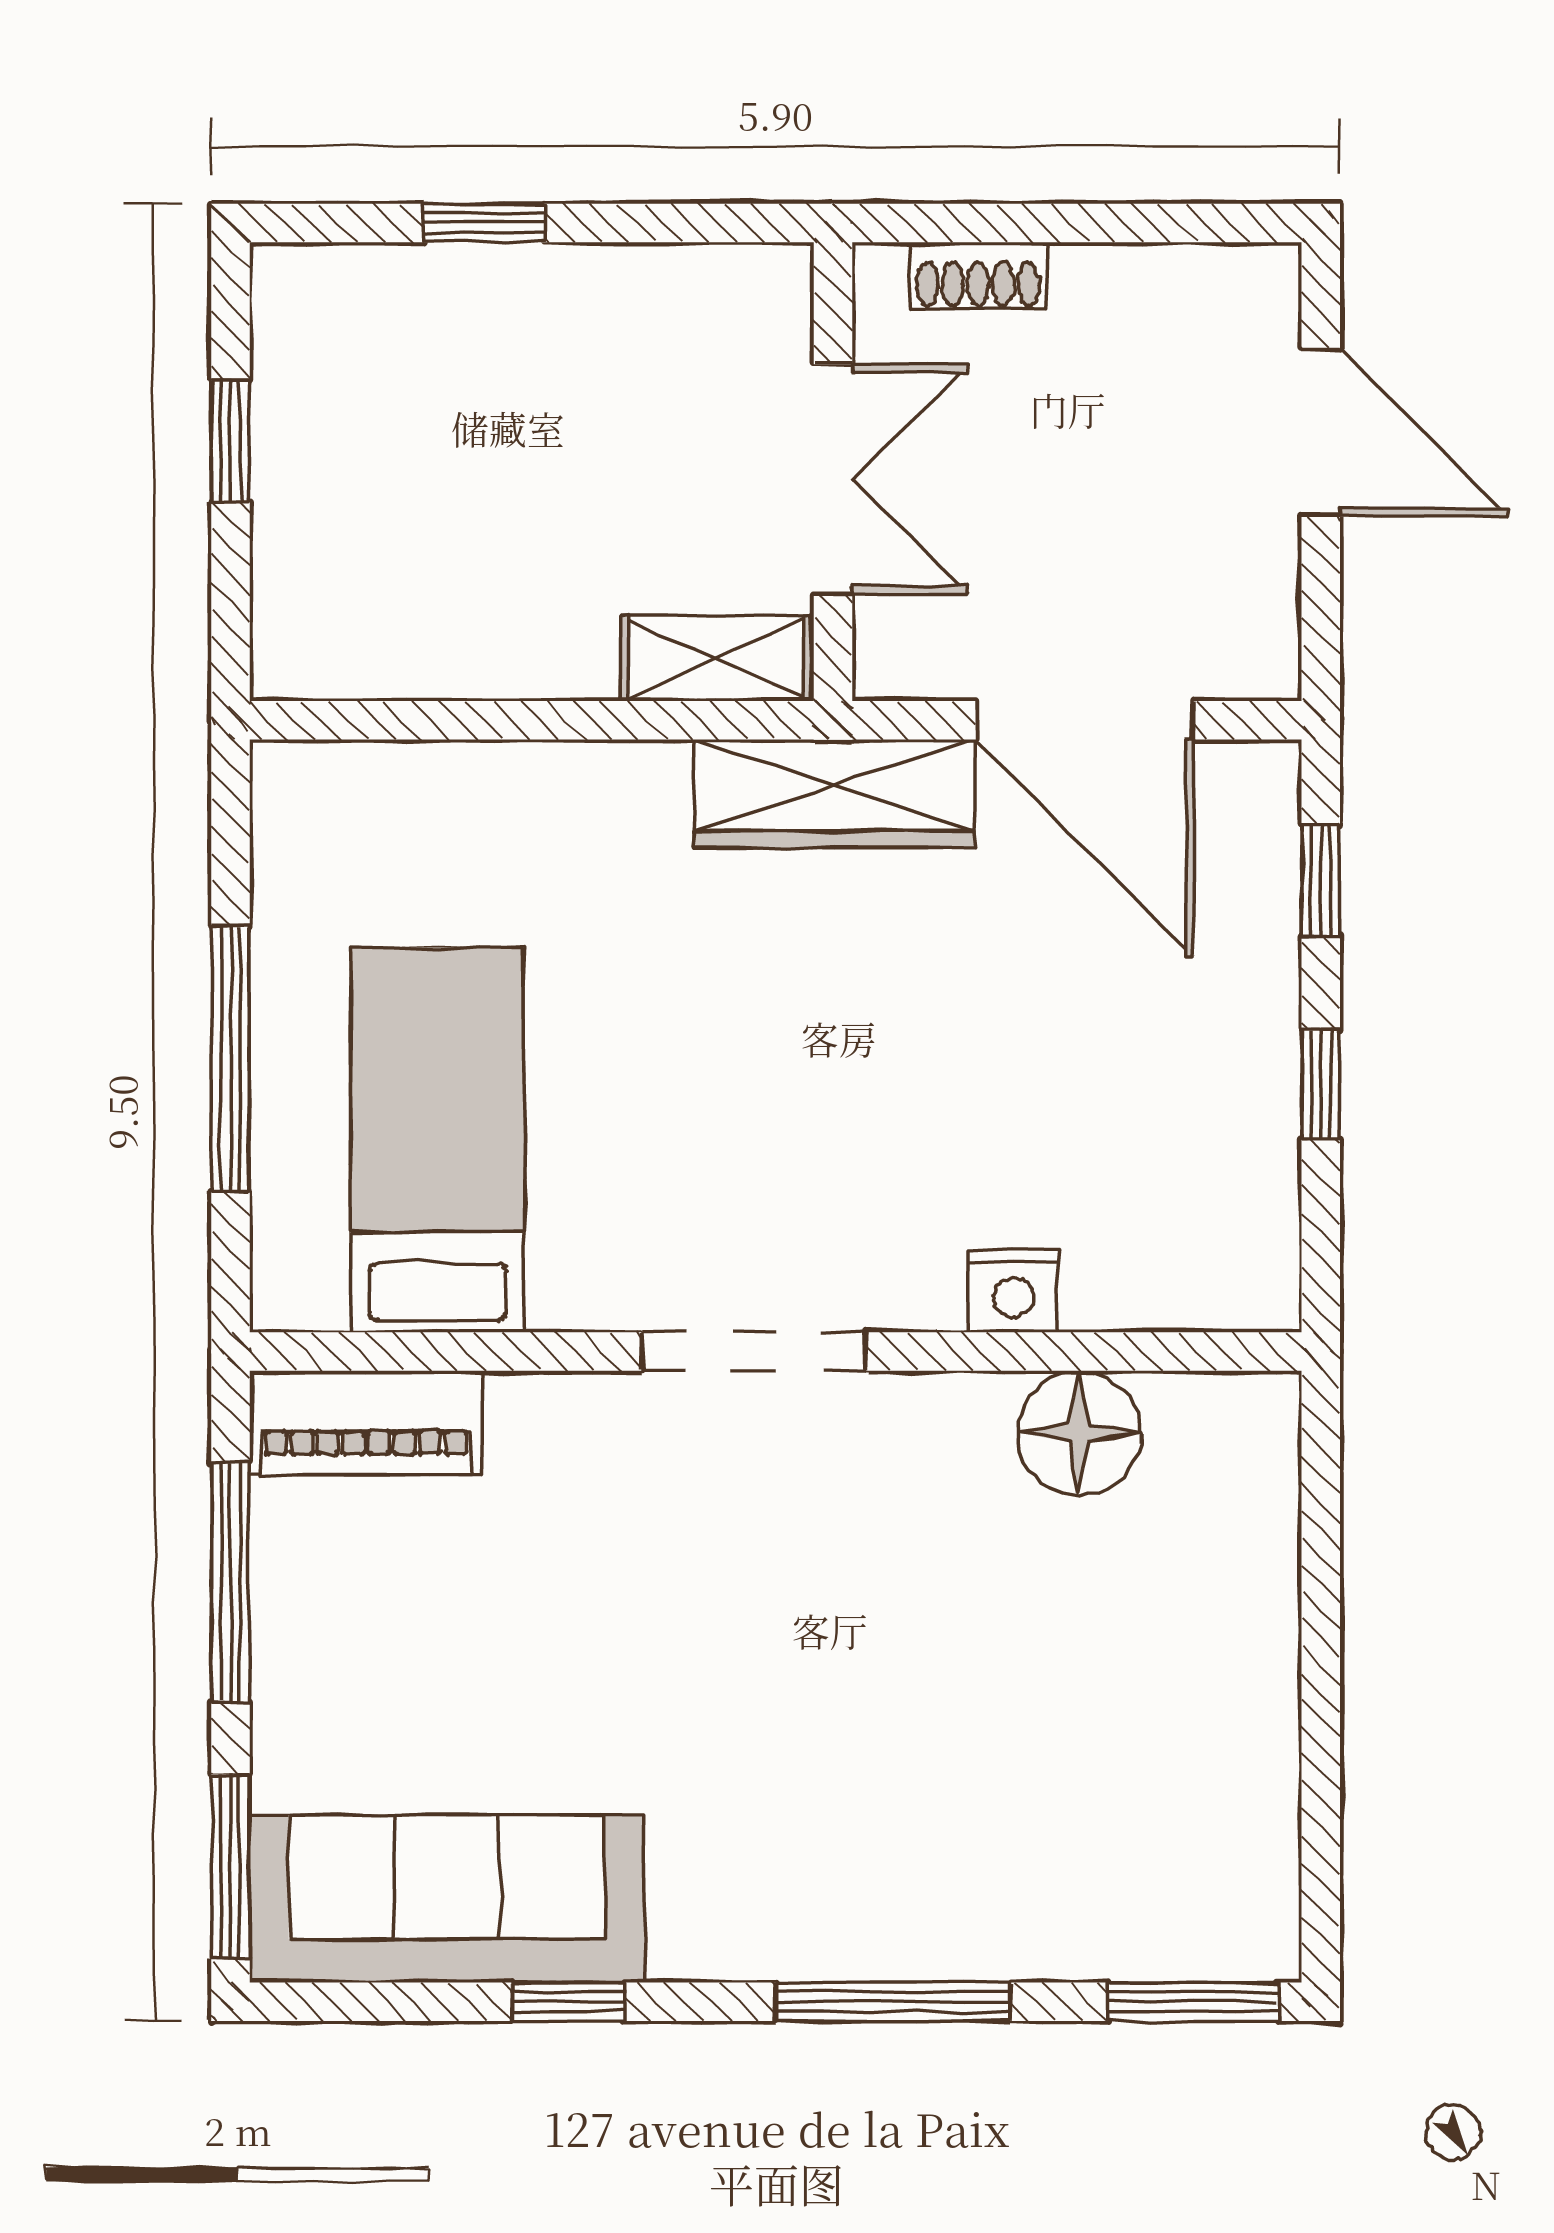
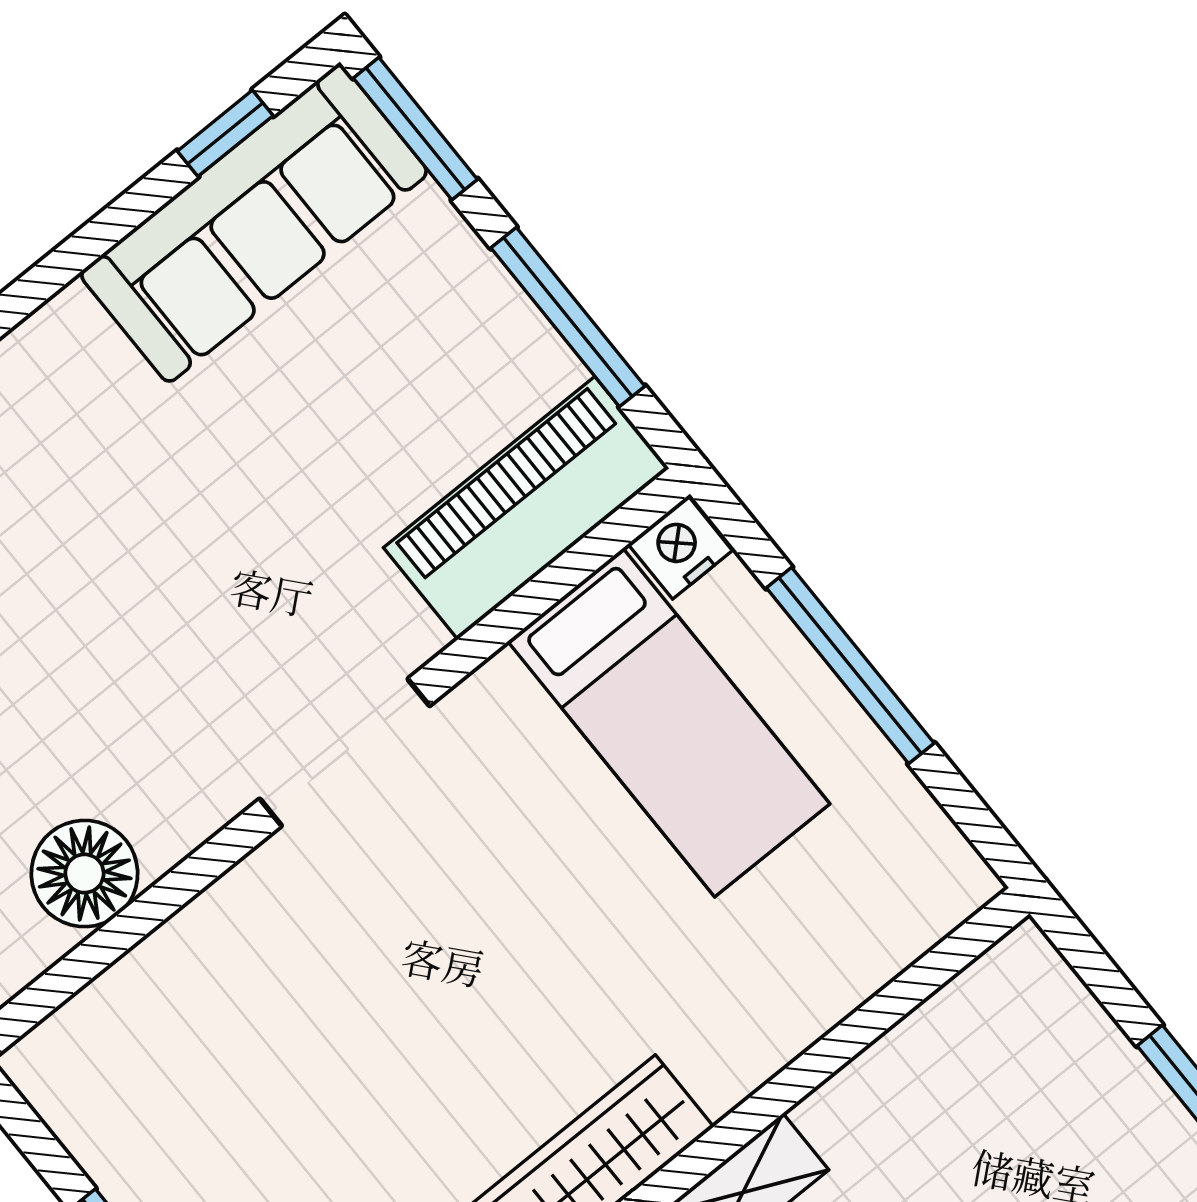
nightstand: (1013, 1291) -> (680, 547), moved
piano: (366, 1423) -> (526, 508), width x1.37, depth x1.33
window: (568, 2002) -> (225, 133), moved

